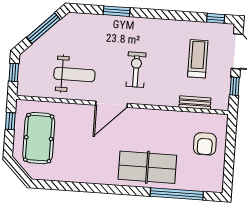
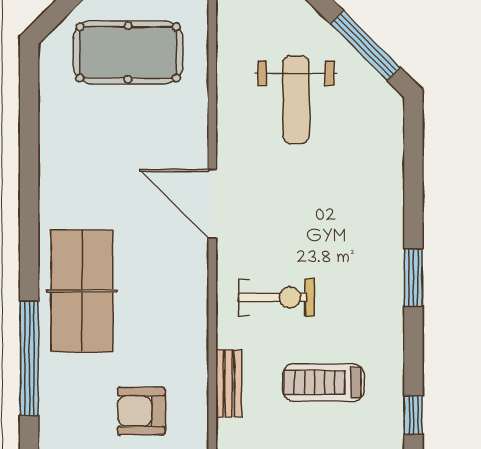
window: (117, 11) -> (413, 278), moved
treadmill: (198, 59) -> (323, 383), turned 180
exercise bike: (136, 70) -> (276, 297), moved
weight bench: (74, 75) -> (296, 100), moved

